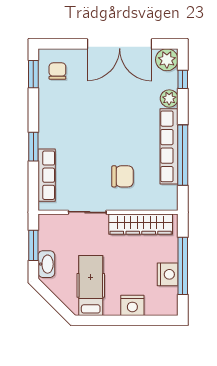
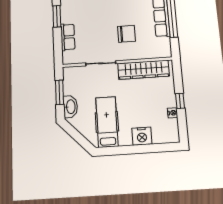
row of seats: (47, 175) -> (68, 37), width x0.68
window: (183, 266) -> (180, 101), width x0.32
nightstand: (168, 274) -> (173, 113), width x0.53, depth x0.56

